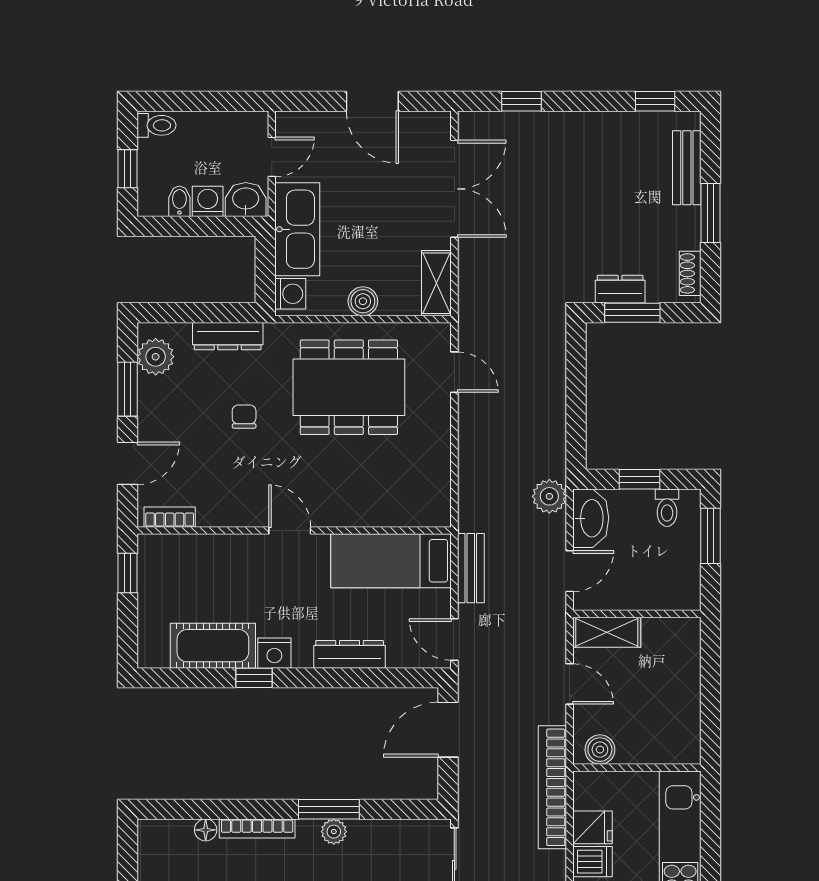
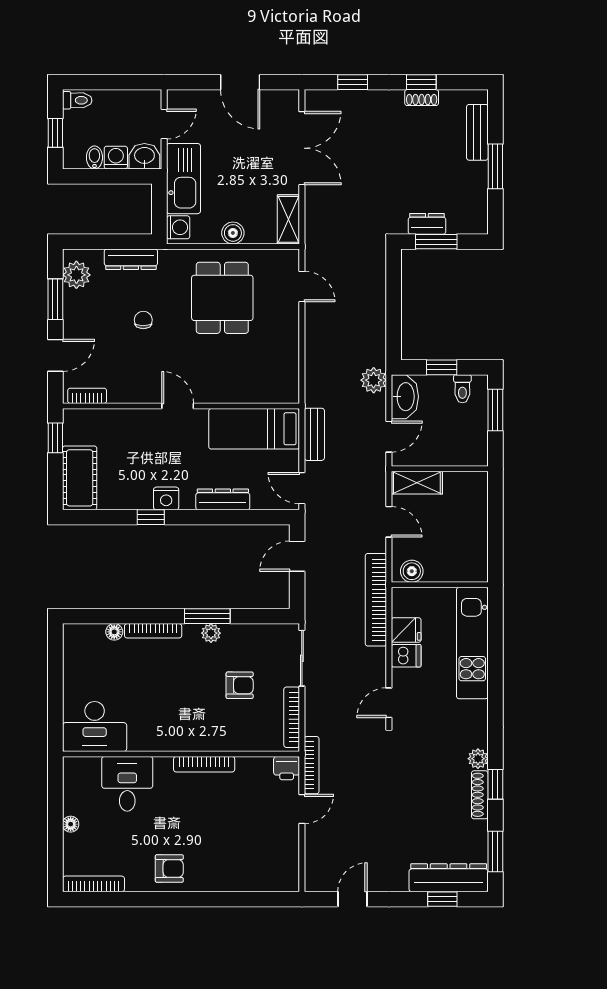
window: (655, 101) -> (421, 82), moved
shoe rack: (690, 273) -> (422, 97), moved, turned -90
dining table: (349, 387) -> (222, 298), width x0.73
cot: (213, 646) -> (80, 478), moved, turned 90
door: (448, 730) -> (297, 556), width x0.73

